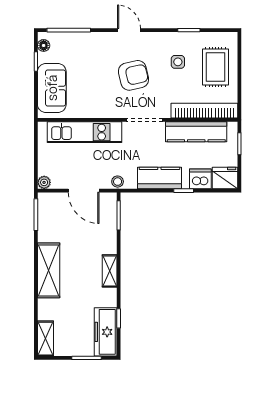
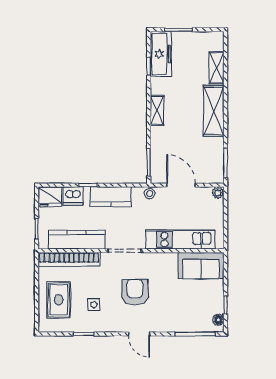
armchair: (134, 75) -> (135, 292), turned 103
sofa: (52, 88) -> (201, 266), moved, turned -90
shelving: (45, 339) -> (217, 68), moved

